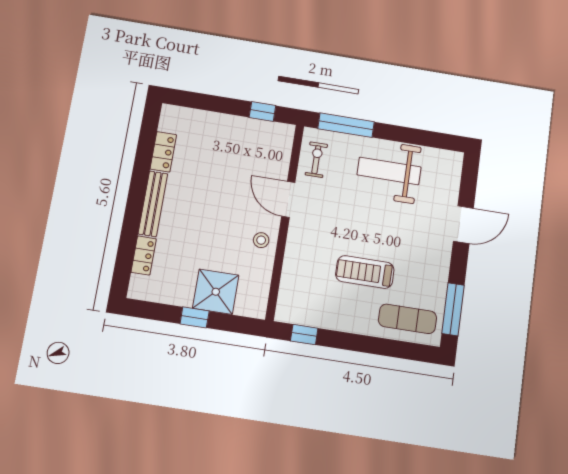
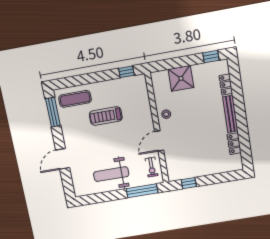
weight bench: (389, 171) -> (111, 174), turned 180
door: (288, 199) -> (159, 141), swing flipped
treadmill: (365, 272) -> (106, 116), turned 180
window: (195, 317) -> (211, 57), moved

